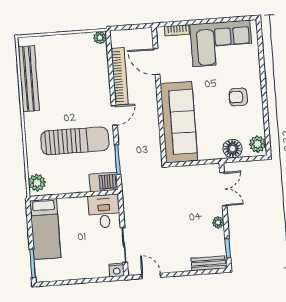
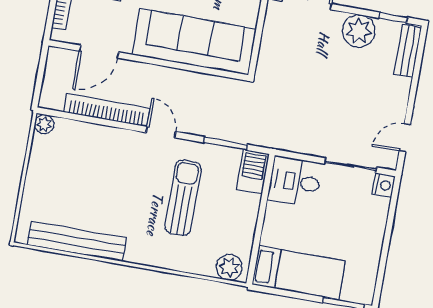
sun lounger: (75, 141) -> (183, 198), width x0.73, depth x0.75
plant: (218, 222) -> (359, 31), width x1.88, depth x1.88

